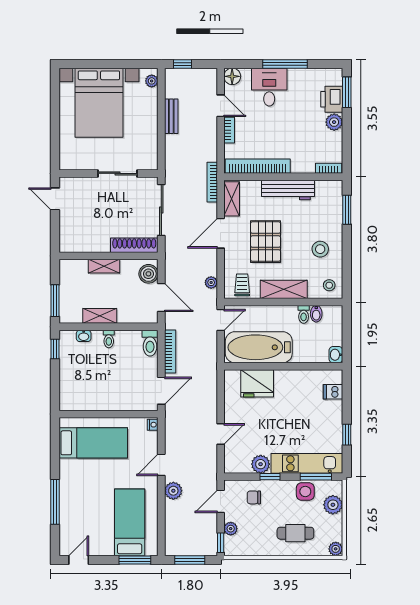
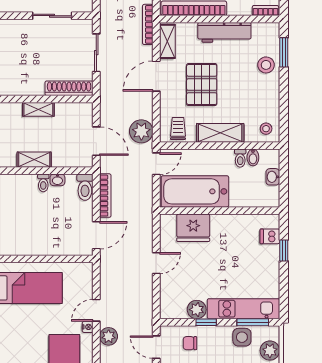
sliding door: (161, 210) -> (96, 53), width x0.73
stool: (320, 249) -> (266, 65), moved
boiler: (148, 274) -> (83, 117), removed
plant: (211, 282) -> (141, 131), width x1.88, depth x1.88
washbasin: (84, 336) -> (57, 180), moved
washbasin: (336, 355) -> (273, 177), moved
nightstand: (153, 425) -> (88, 327), moved
door: (221, 434) -> (156, 263), moved
window: (347, 435) -> (284, 251), moved
door: (221, 501) -> (156, 347), hinge flipped

